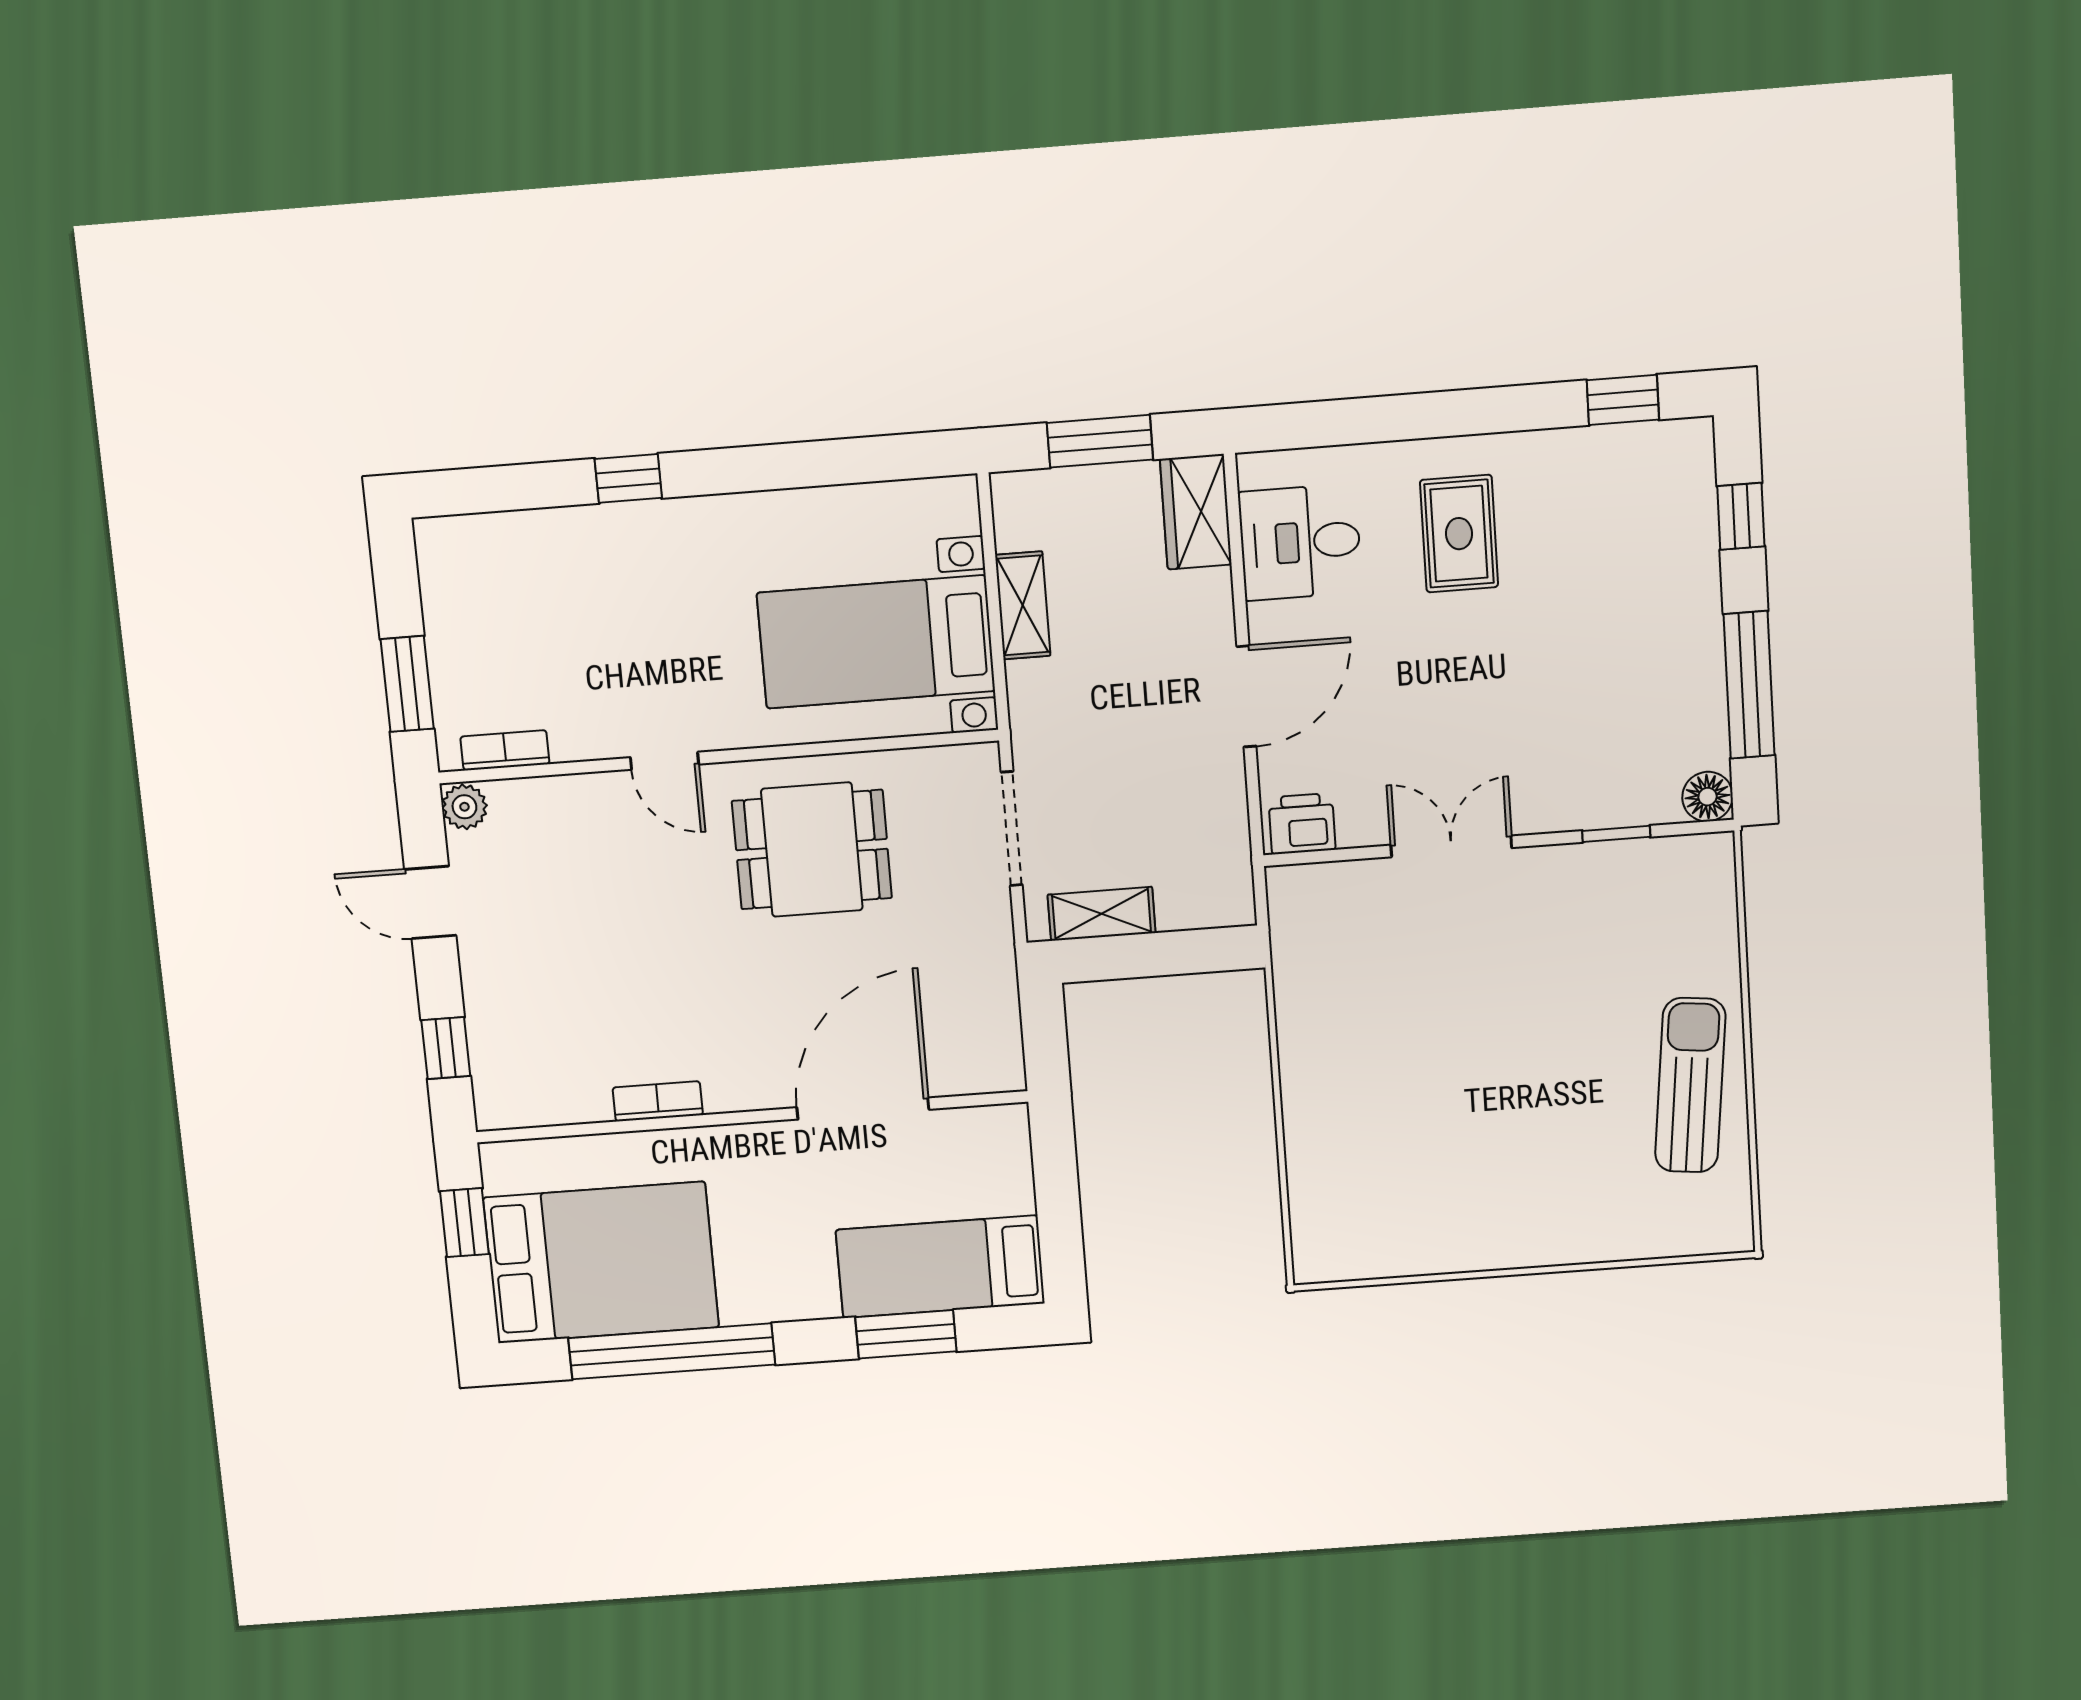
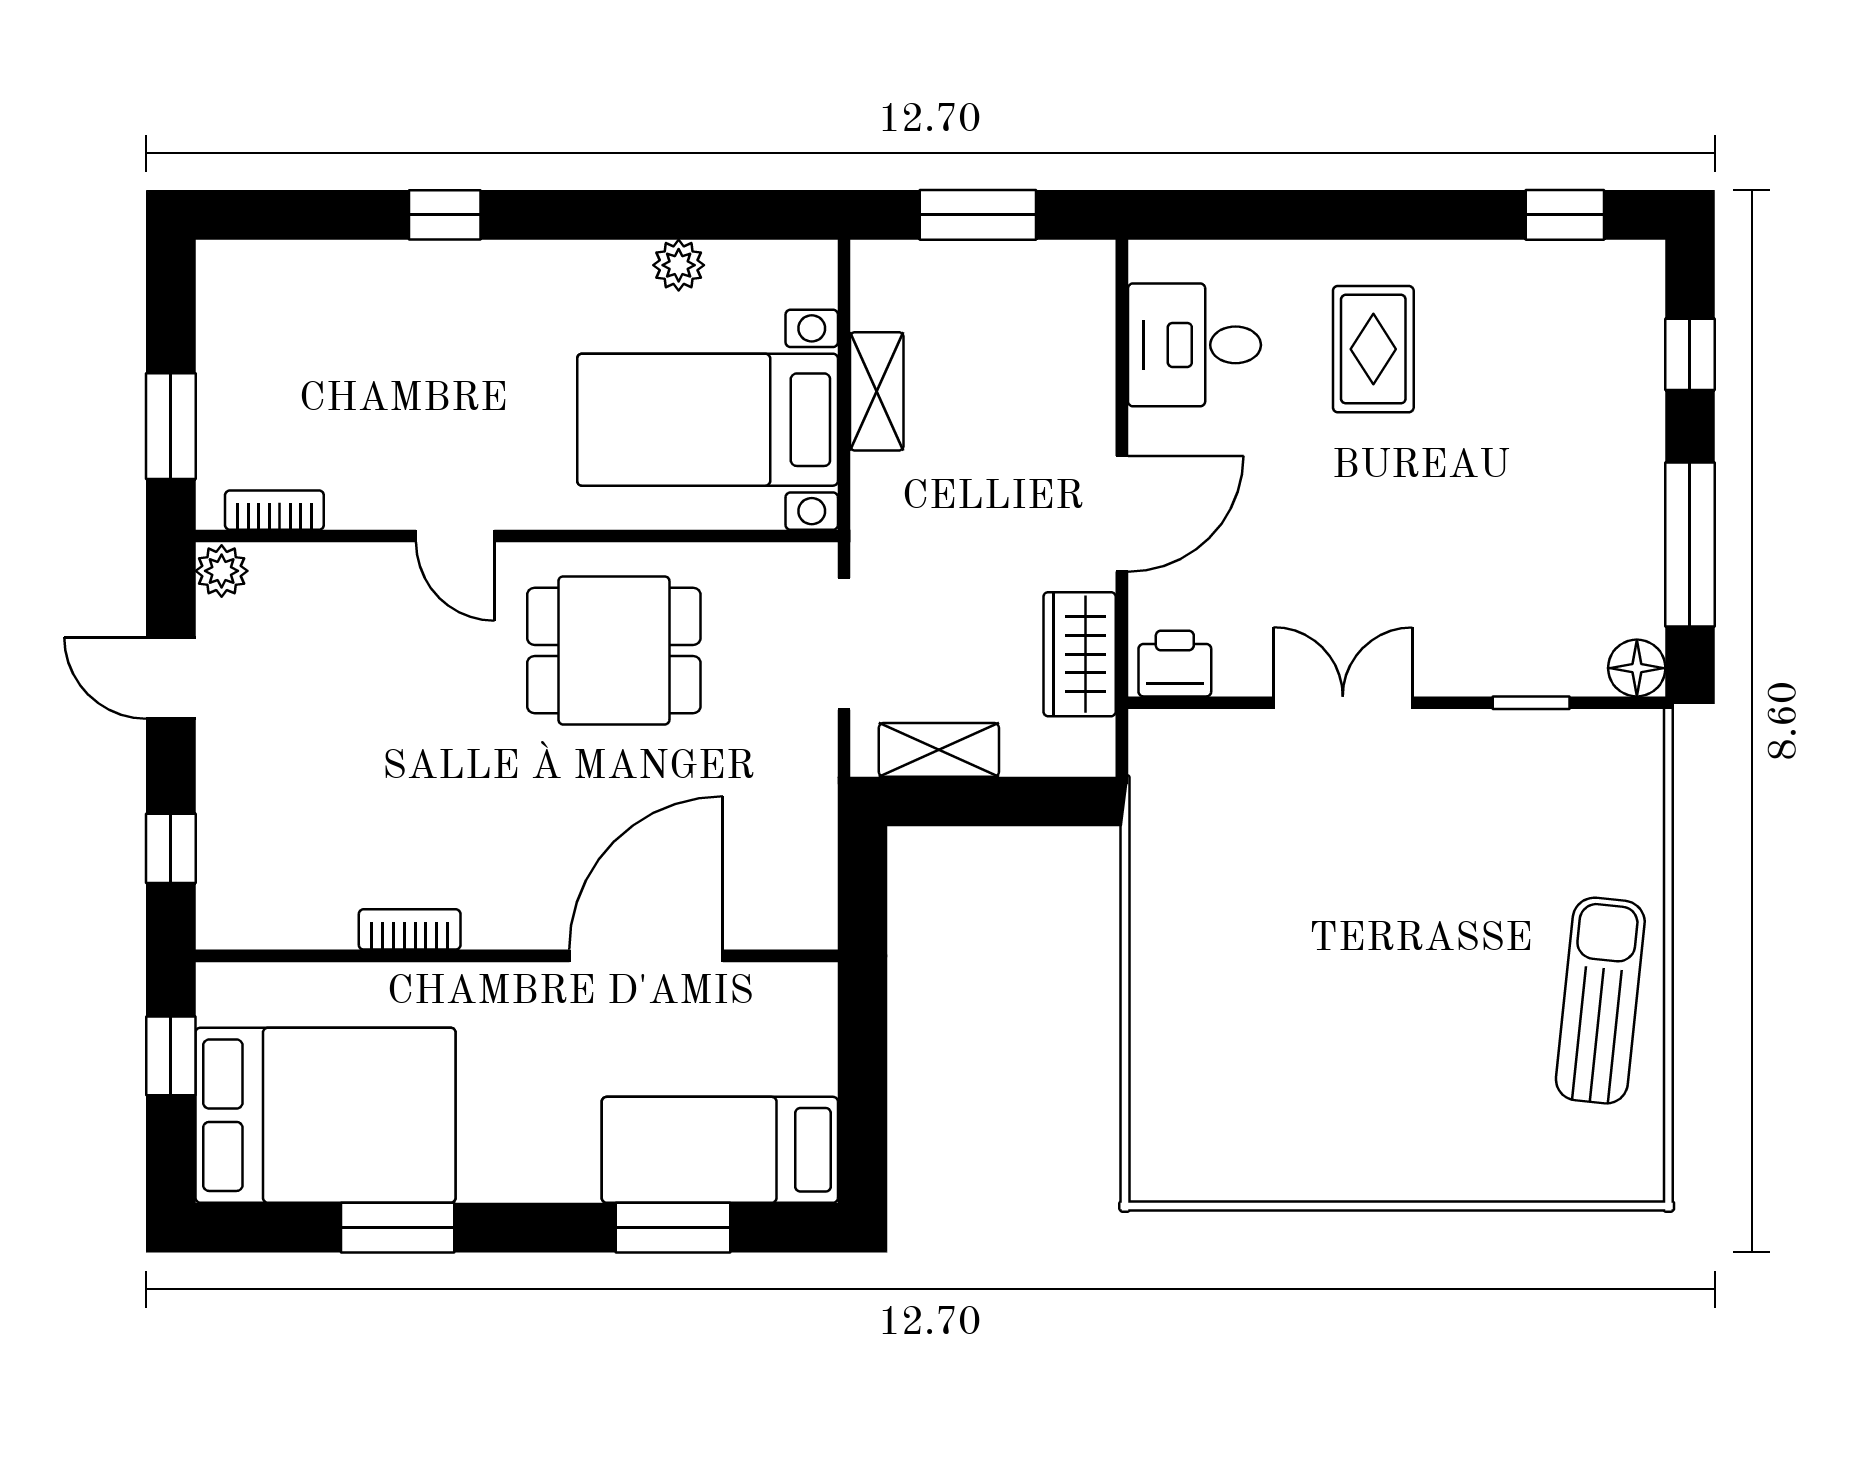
plant: (839, 507) -> (679, 265), added
wardrobe: (1196, 512) -> (1080, 654), moved
window: (672, 1351) -> (398, 1228), width x0.47

